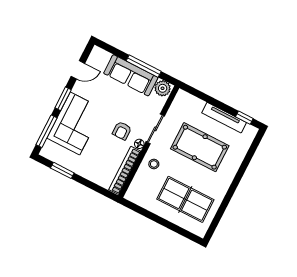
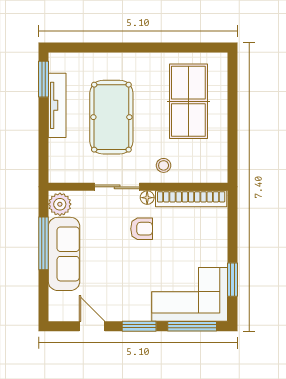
window: (244, 118) -> (44, 79), width x1.50
corner sofa: (75, 124) -> (190, 294), moved

